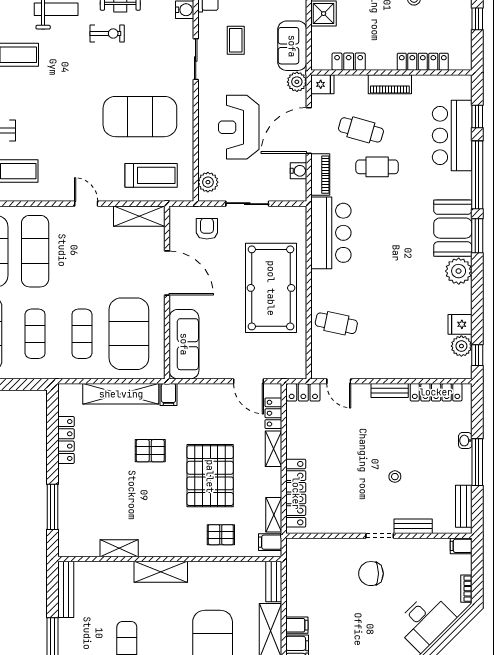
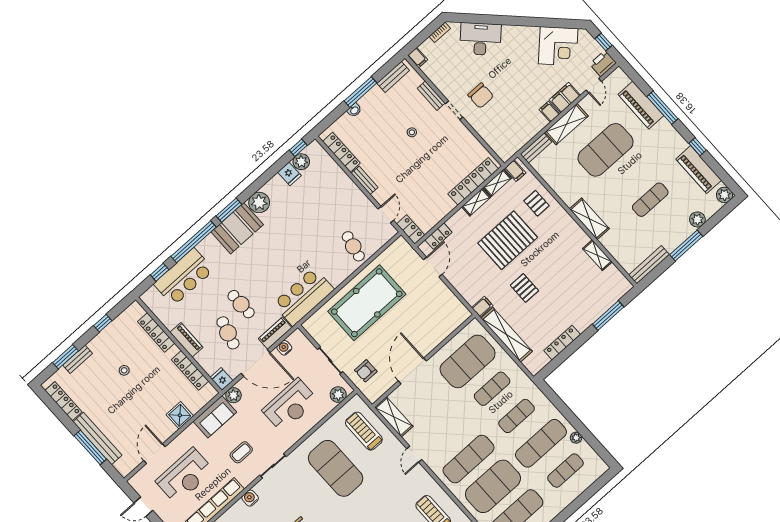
locker: (349, 62) -> (190, 370), width x1.53
sofa: (184, 344) -> (445, 324), removed
shelving: (273, 449) -> (476, 202), moved

